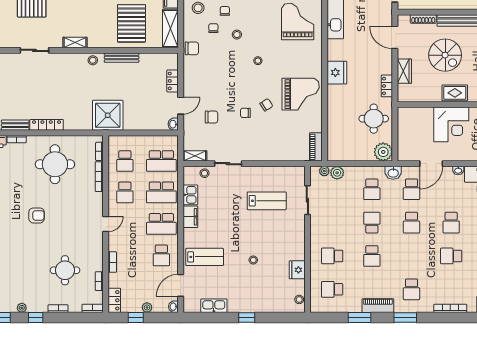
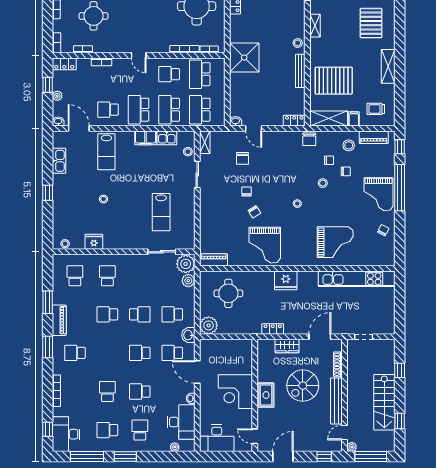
locker: (173, 81) -> (294, 121), moved
round table: (374, 119) -> (228, 293), moved
school desk: (125, 161) -> (200, 74), width x1.85
plant: (324, 171) -> (186, 264), width x1.88, depth x1.88

